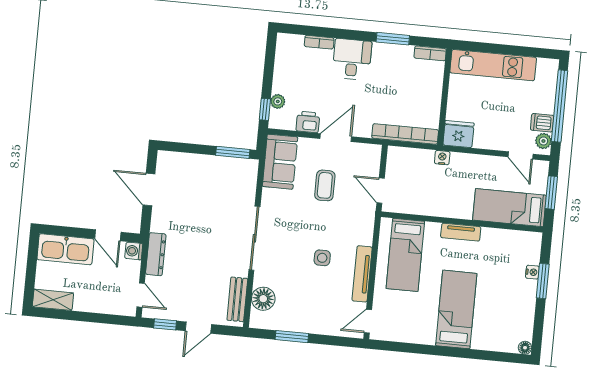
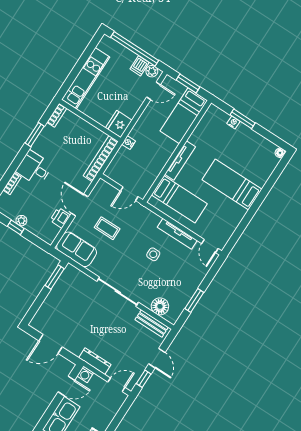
plant: (278, 101) -> (21, 221), moved
window: (265, 109) -> (16, 227), moved
tv unit: (461, 232) -> (180, 161), width x1.41

